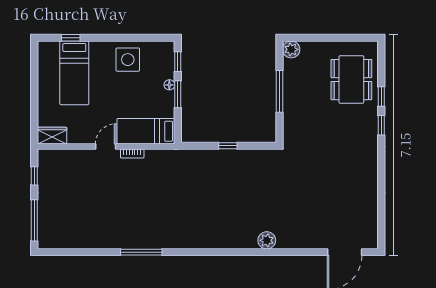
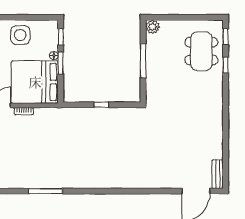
window: (381, 125) -> (226, 37), moved
bed: (146, 131) -> (35, 82), width x2.04
bench: (371, 231) -> (218, 174), added
plant: (267, 240) -> (133, 181), removed
window: (141, 252) -> (46, 191), moved

